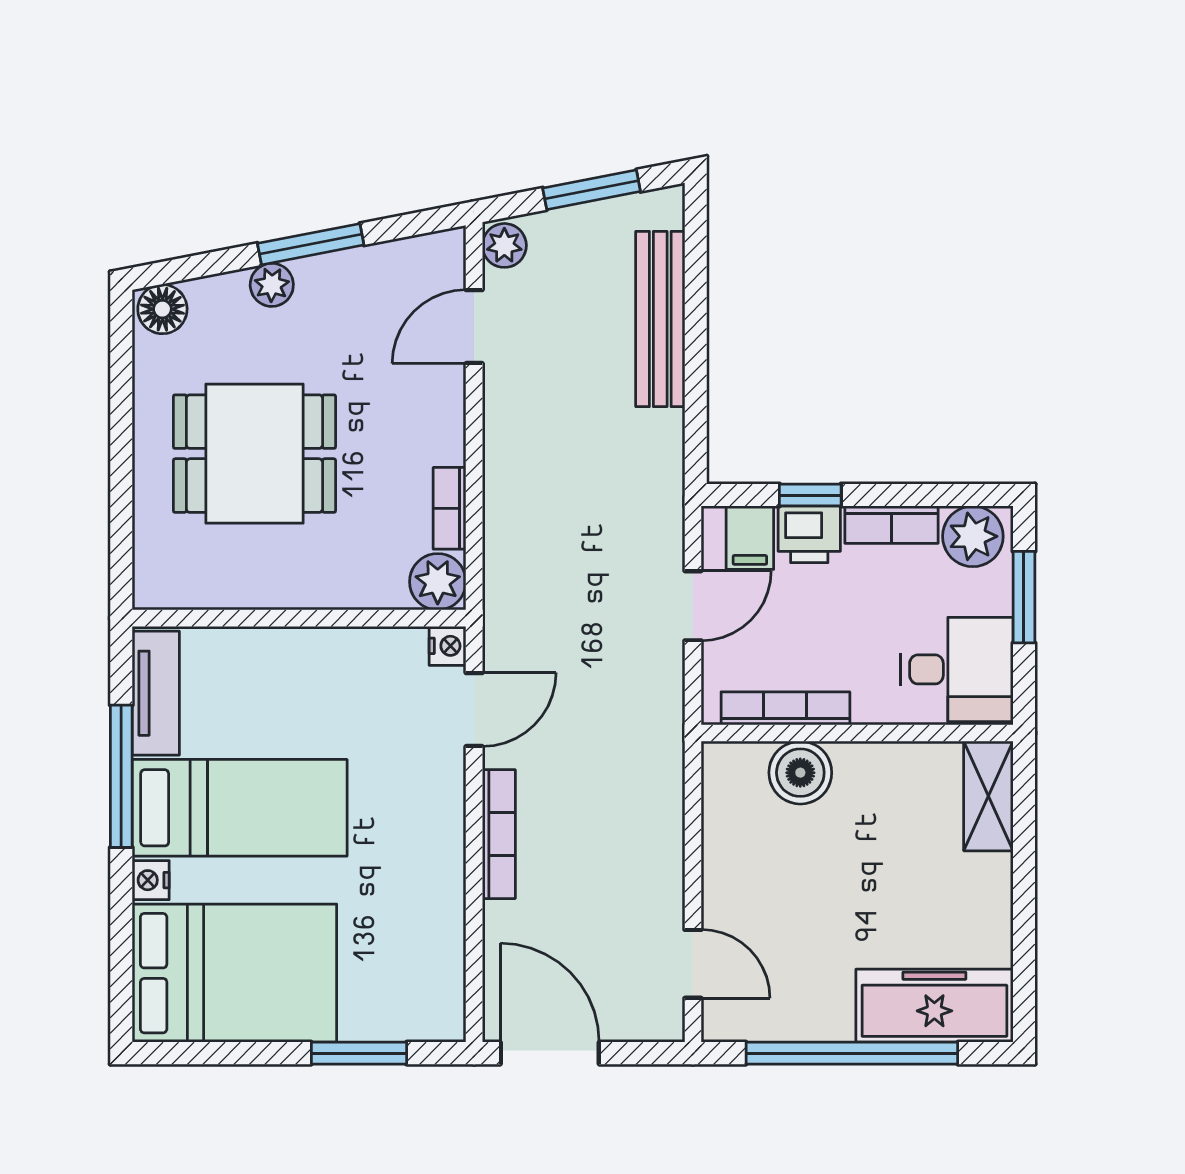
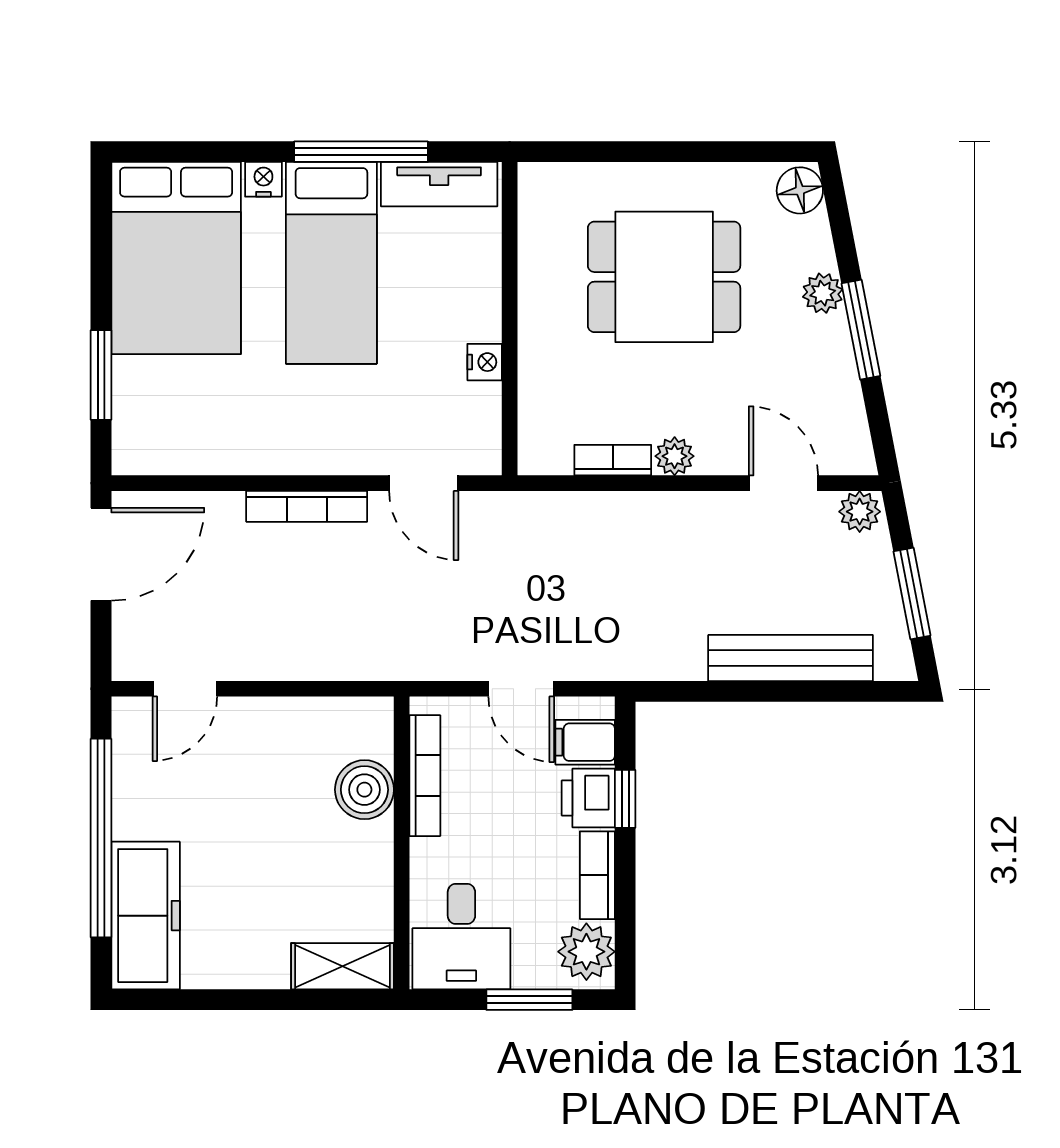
dining table: (254, 454) -> (664, 277), turned 90
plant: (438, 582) -> (675, 456), moved, width x0.73, depth x0.73
nightstand: (448, 646) -> (485, 362), moved, turned -90

